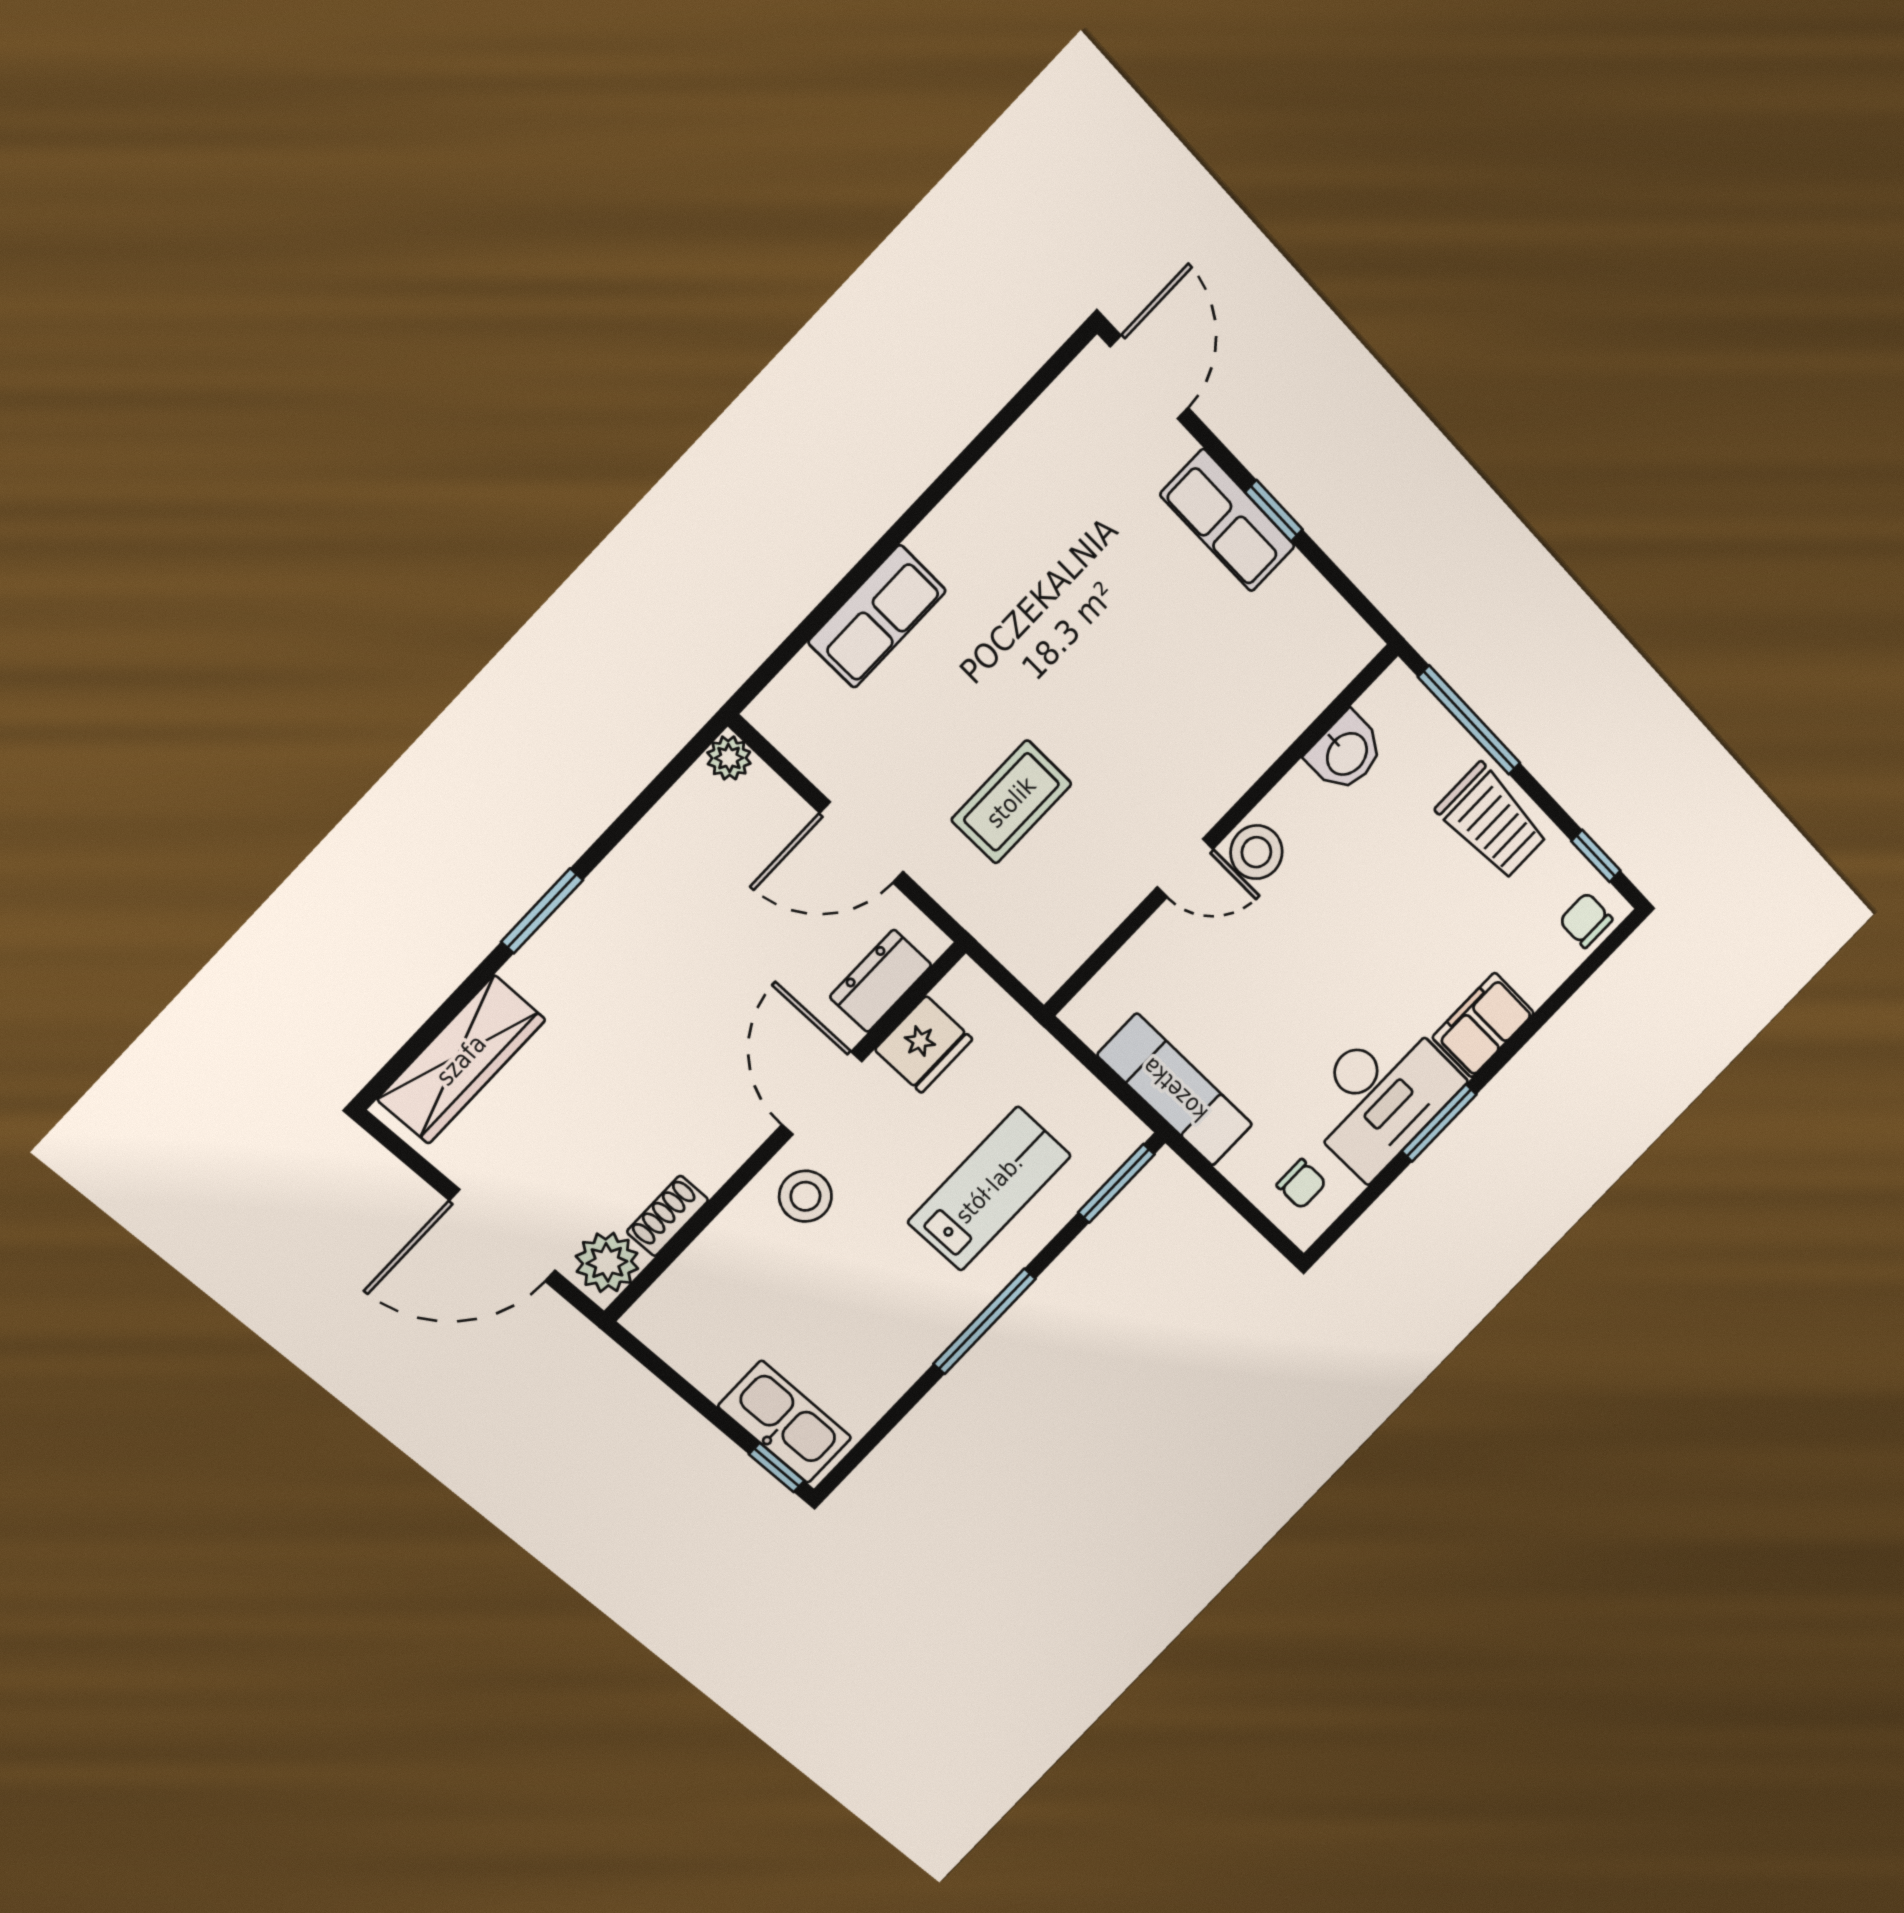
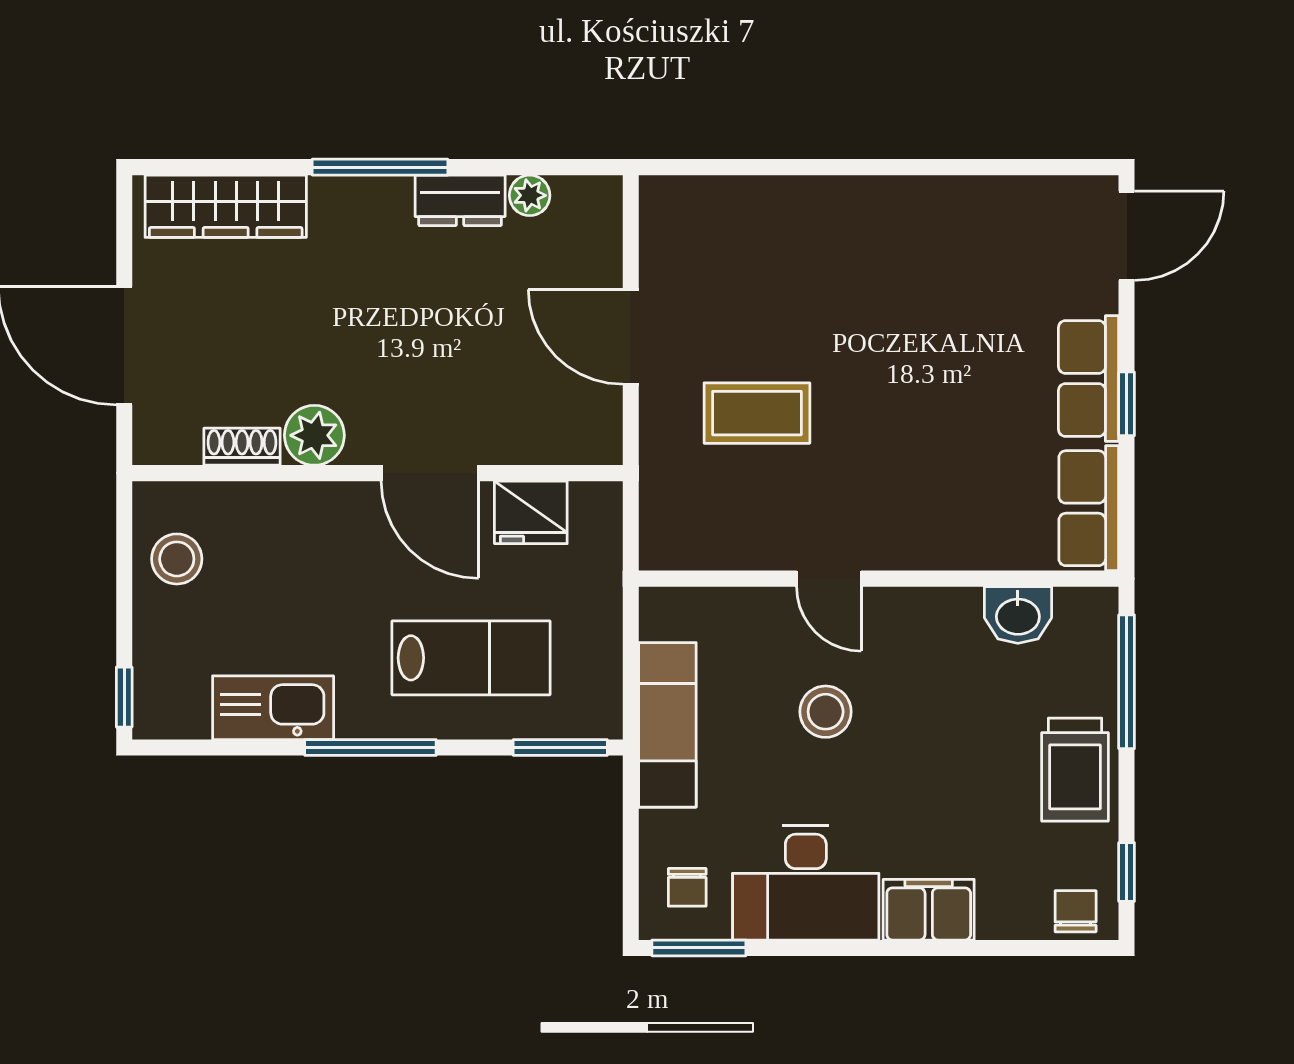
row of seats: (877, 616) -> (1089, 508), moved, turned 90
plant: (729, 758) -> (530, 195), moved
stool: (1256, 852) -> (826, 712), moved
window: (542, 911) -> (380, 167), width x1.44
dresser: (881, 981) -> (460, 200), moved, turned 180
door: (822, 1093) -> (430, 473), swing flipped
window: (1439, 1123) -> (699, 948), moved
stool: (805, 1196) -> (177, 559), moved
plant: (607, 1262) -> (314, 435), moved
kitchen sink: (785, 1422) -> (273, 708), moved, turned -90

